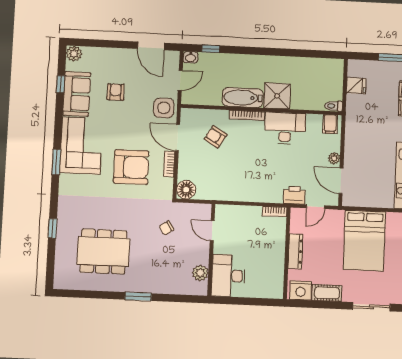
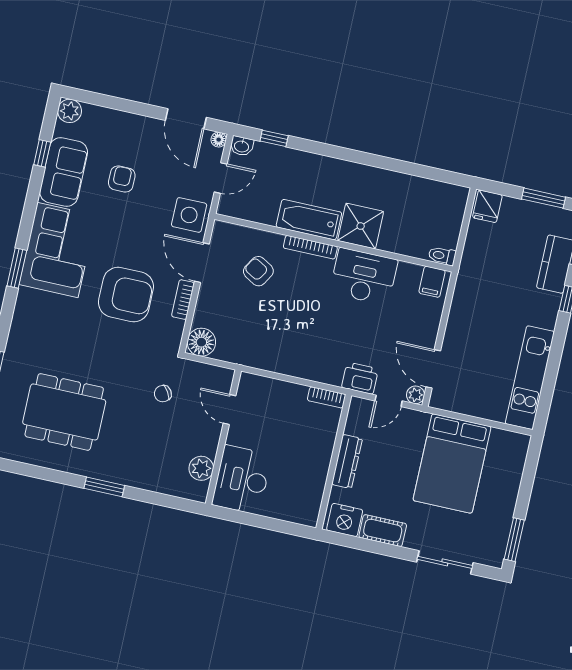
floor lamp: (175, 56) -> (219, 140), added
fridge: (356, 86) -> (487, 206), moved, turned 90
plant: (334, 158) -> (416, 395), moved

